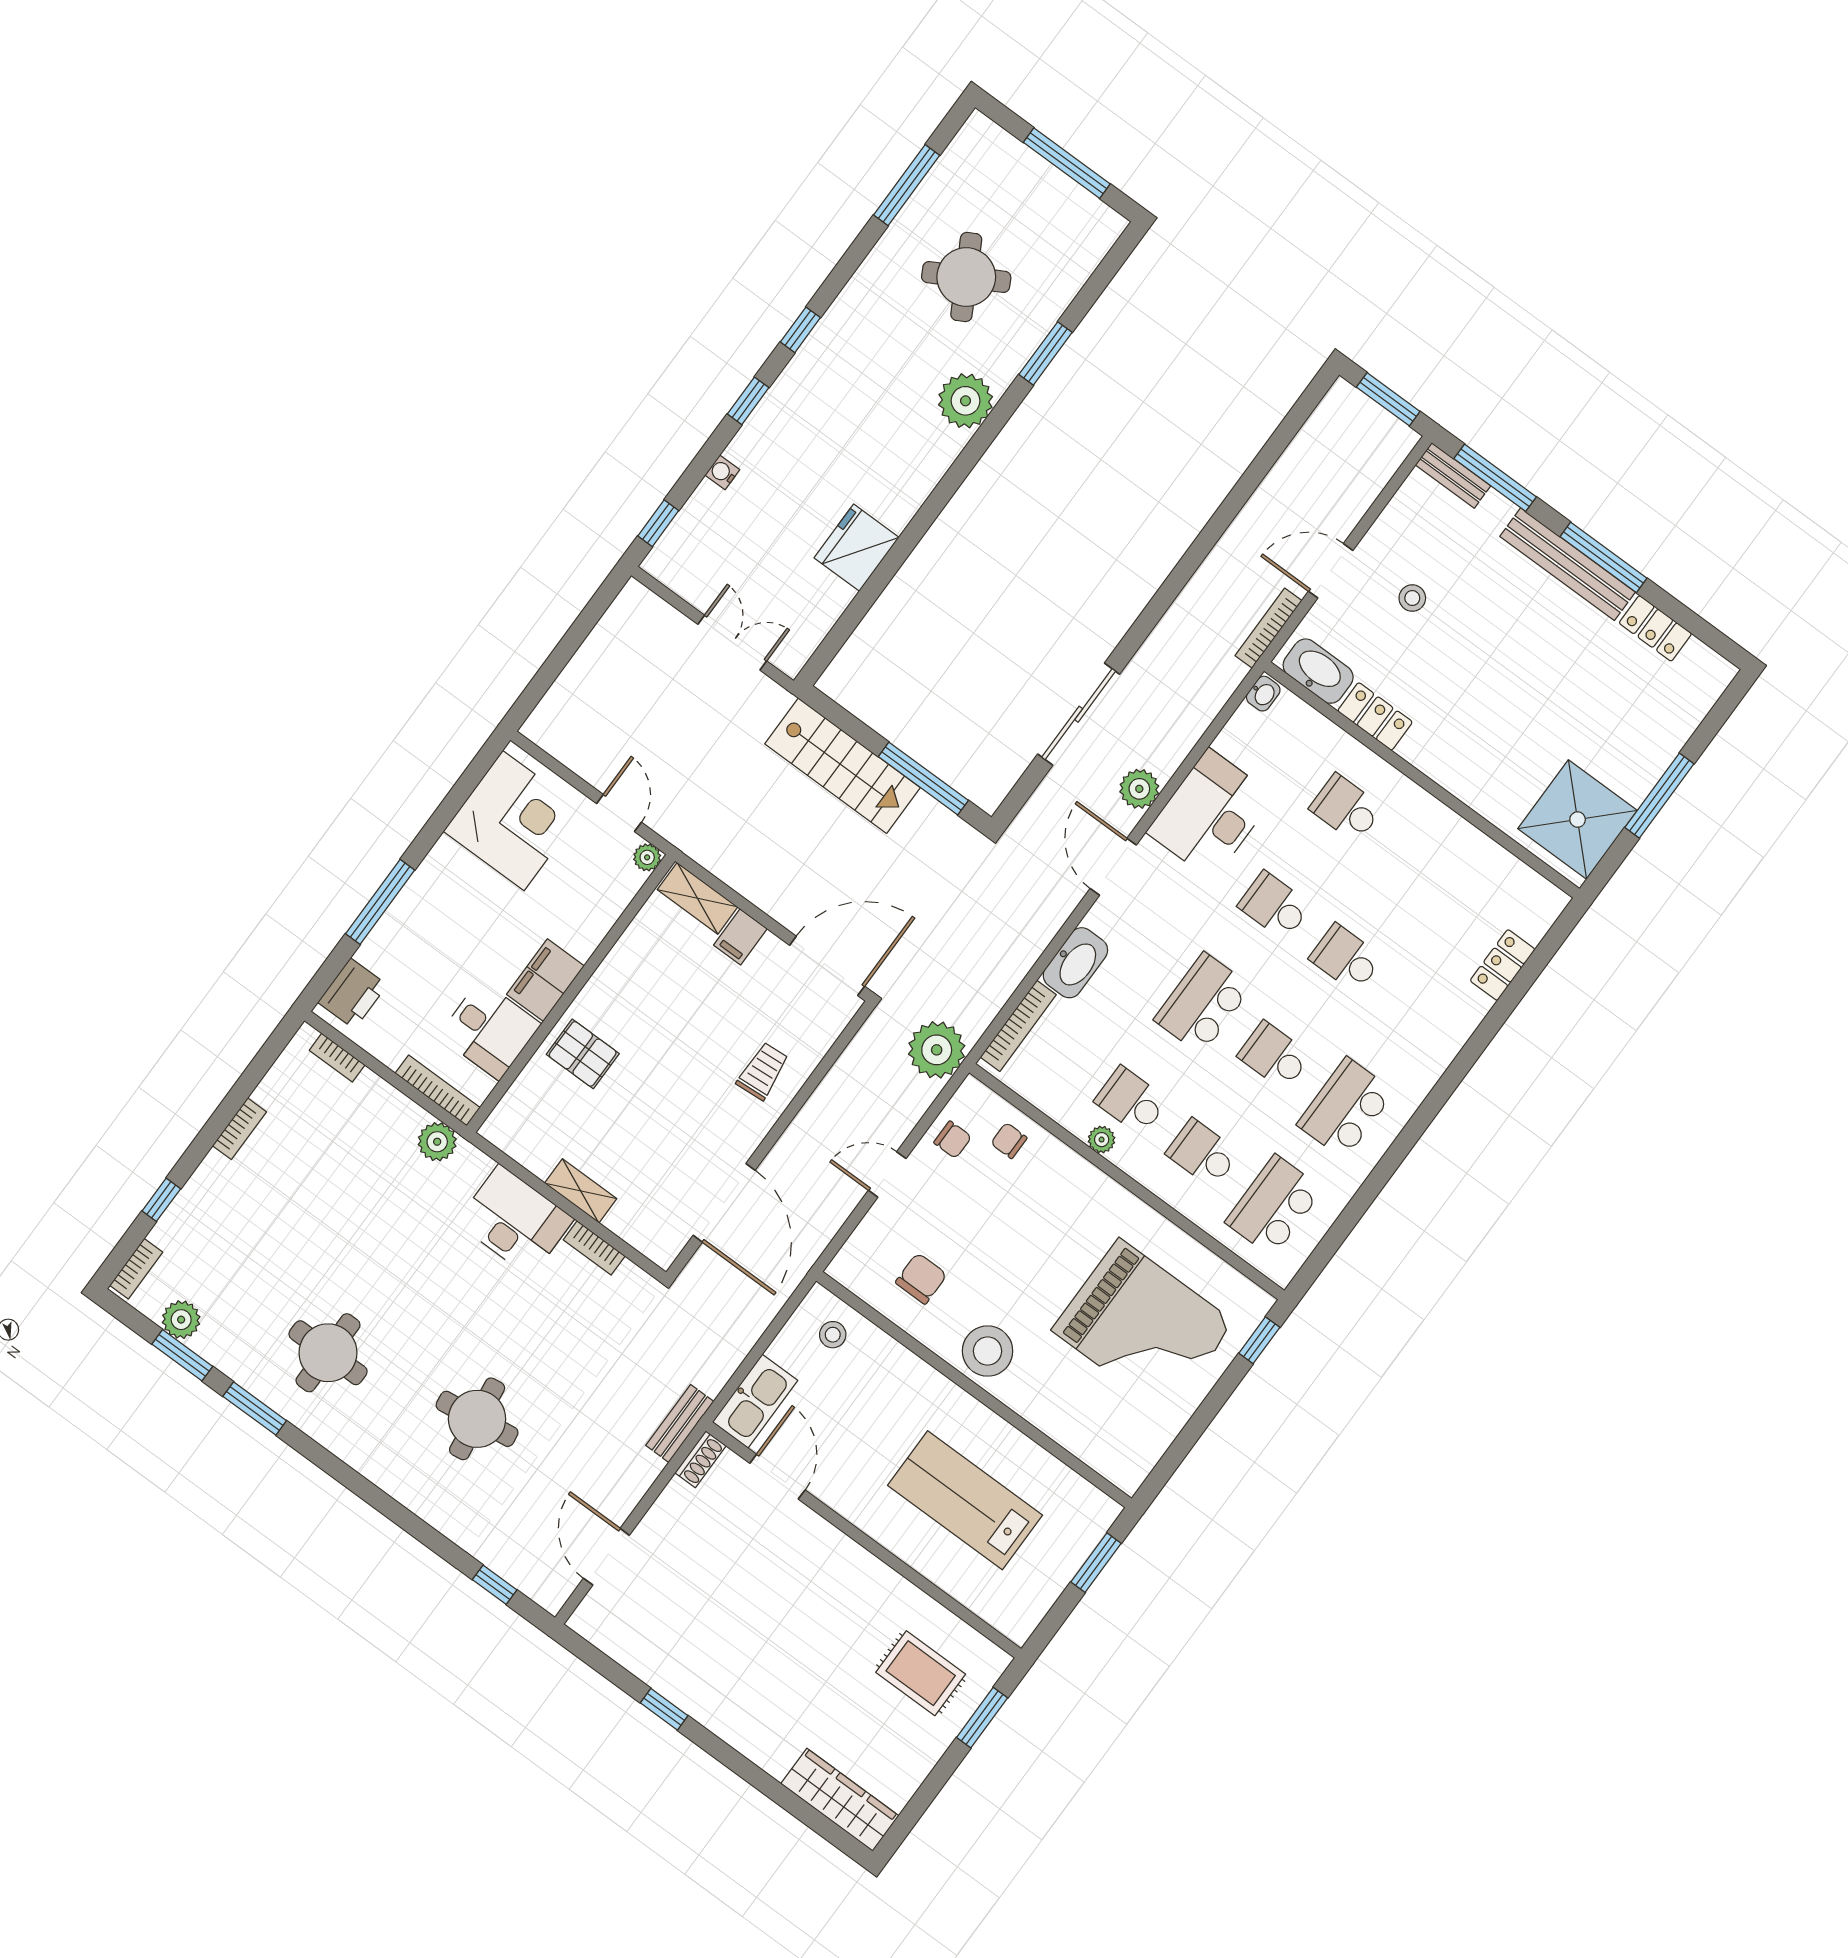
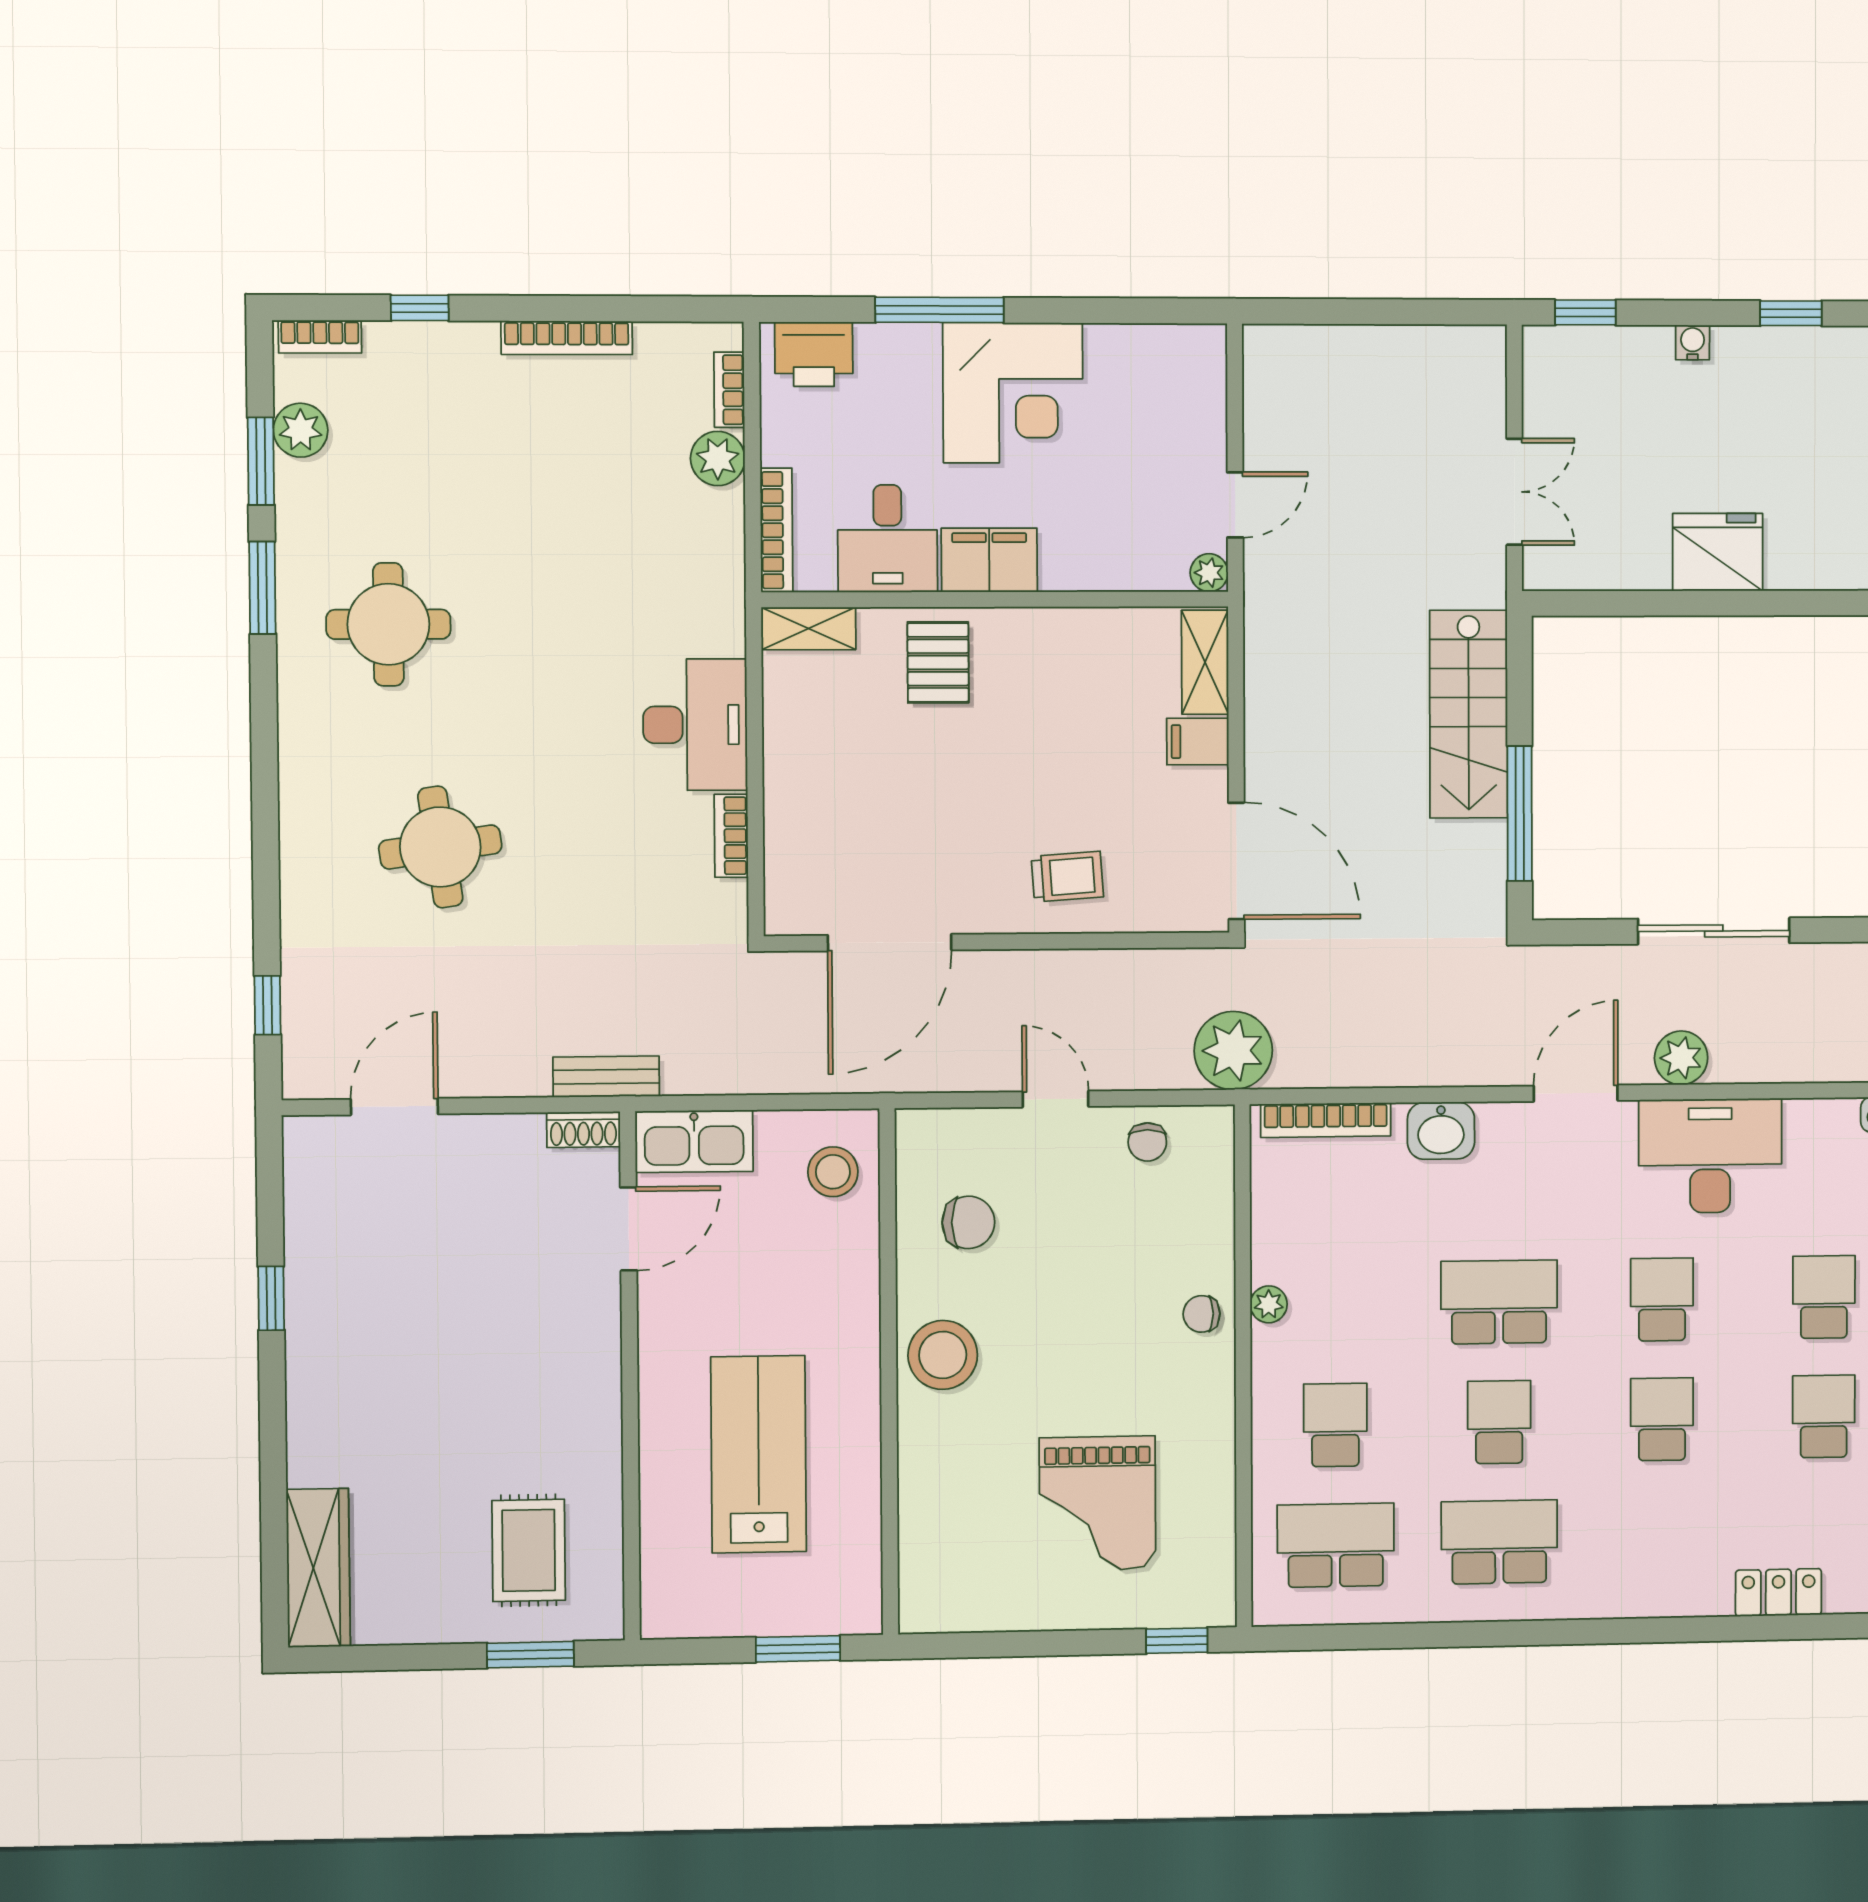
corner desk: (513, 821) -> (1013, 393), moved
washbasin: (1075, 963) -> (1441, 1131), width x0.72
school desk: (1131, 1101) -> (1824, 1416), moved
bookcase: (239, 1129) -> (567, 338), width x1.56
chair: (1009, 1141) -> (1202, 1314), moved, turned -90
plant: (437, 1142) -> (718, 458), moved
shelving: (581, 1191) -> (809, 628), moved, turned 90
grand piano: (1143, 1326) -> (1098, 1503), width x0.73, depth x0.68
stool: (833, 1335) -> (833, 1172), width x1.37, depth x1.37

